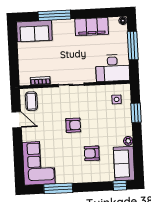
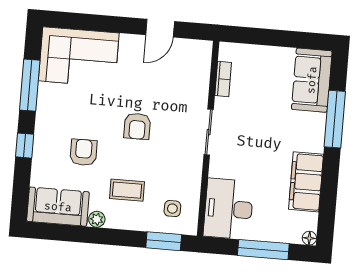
coffee table: (31, 101) -> (127, 190), moved
window: (136, 113) -> (164, 241), moved
window: (120, 185) -> (25, 146), moved

